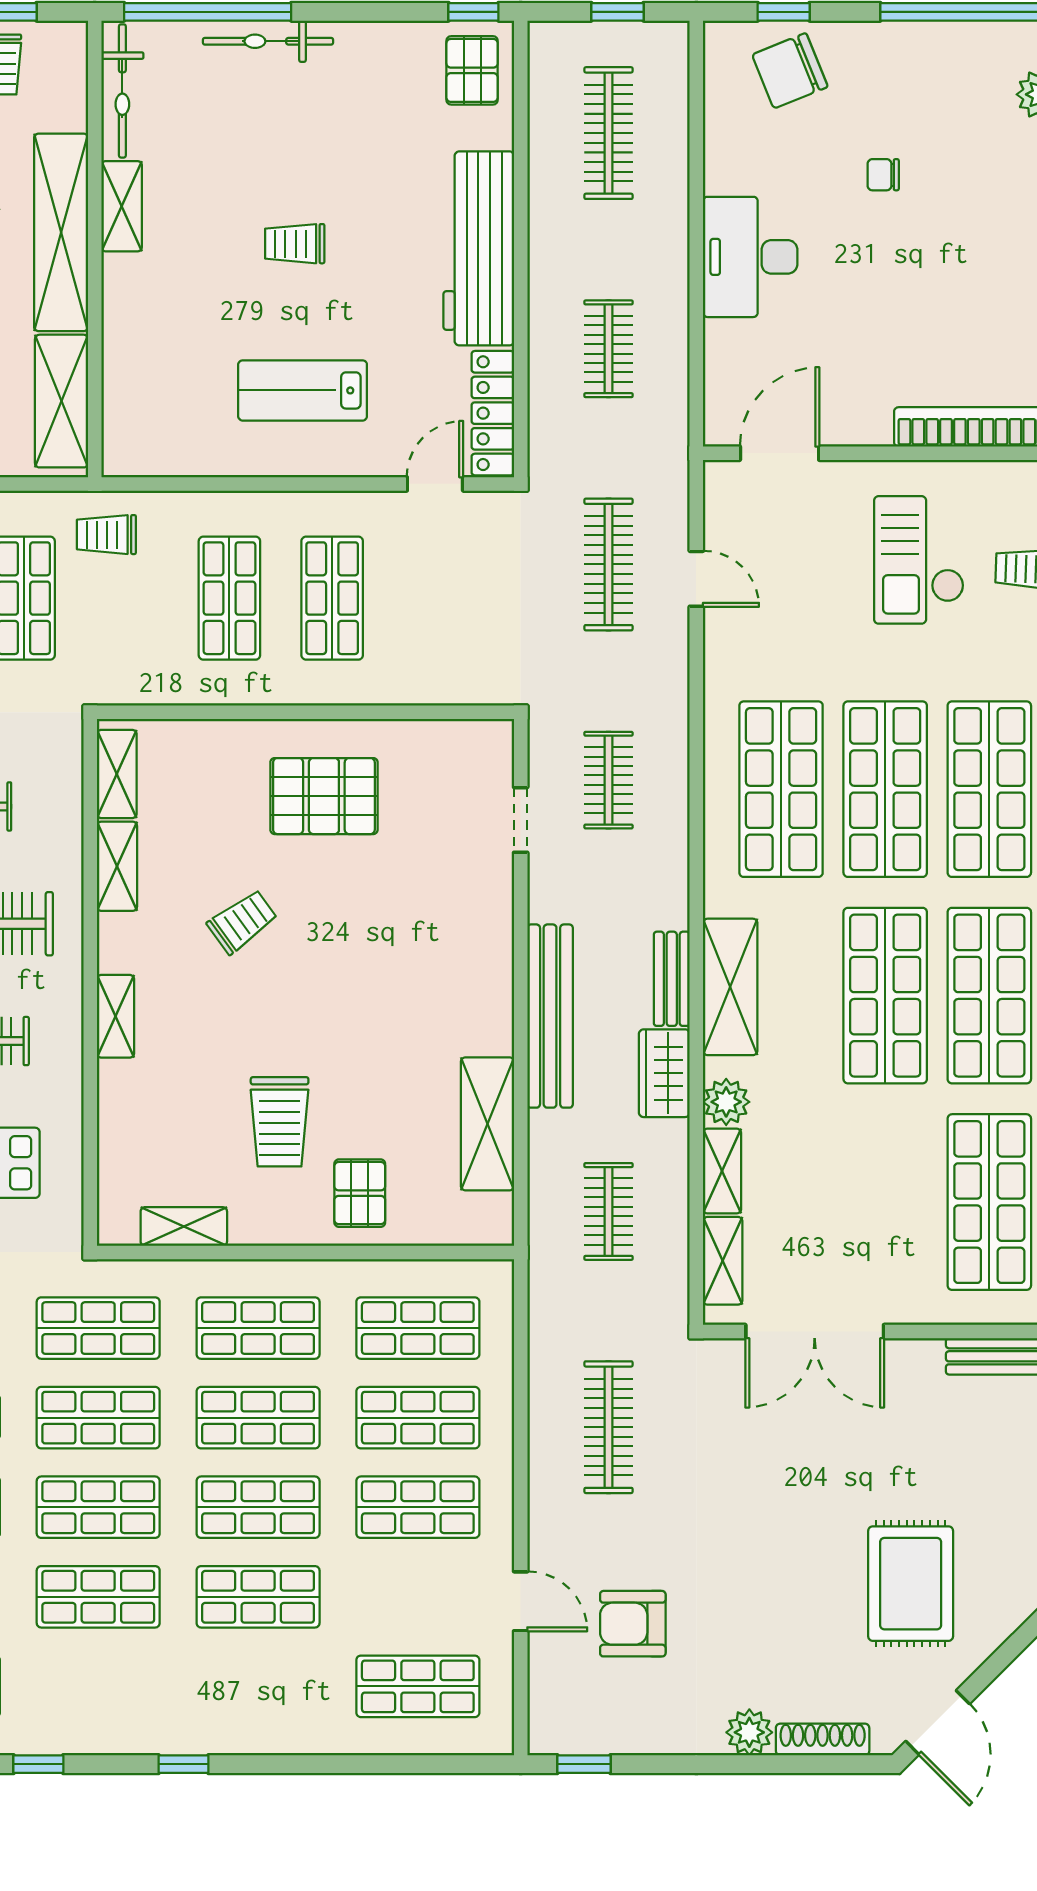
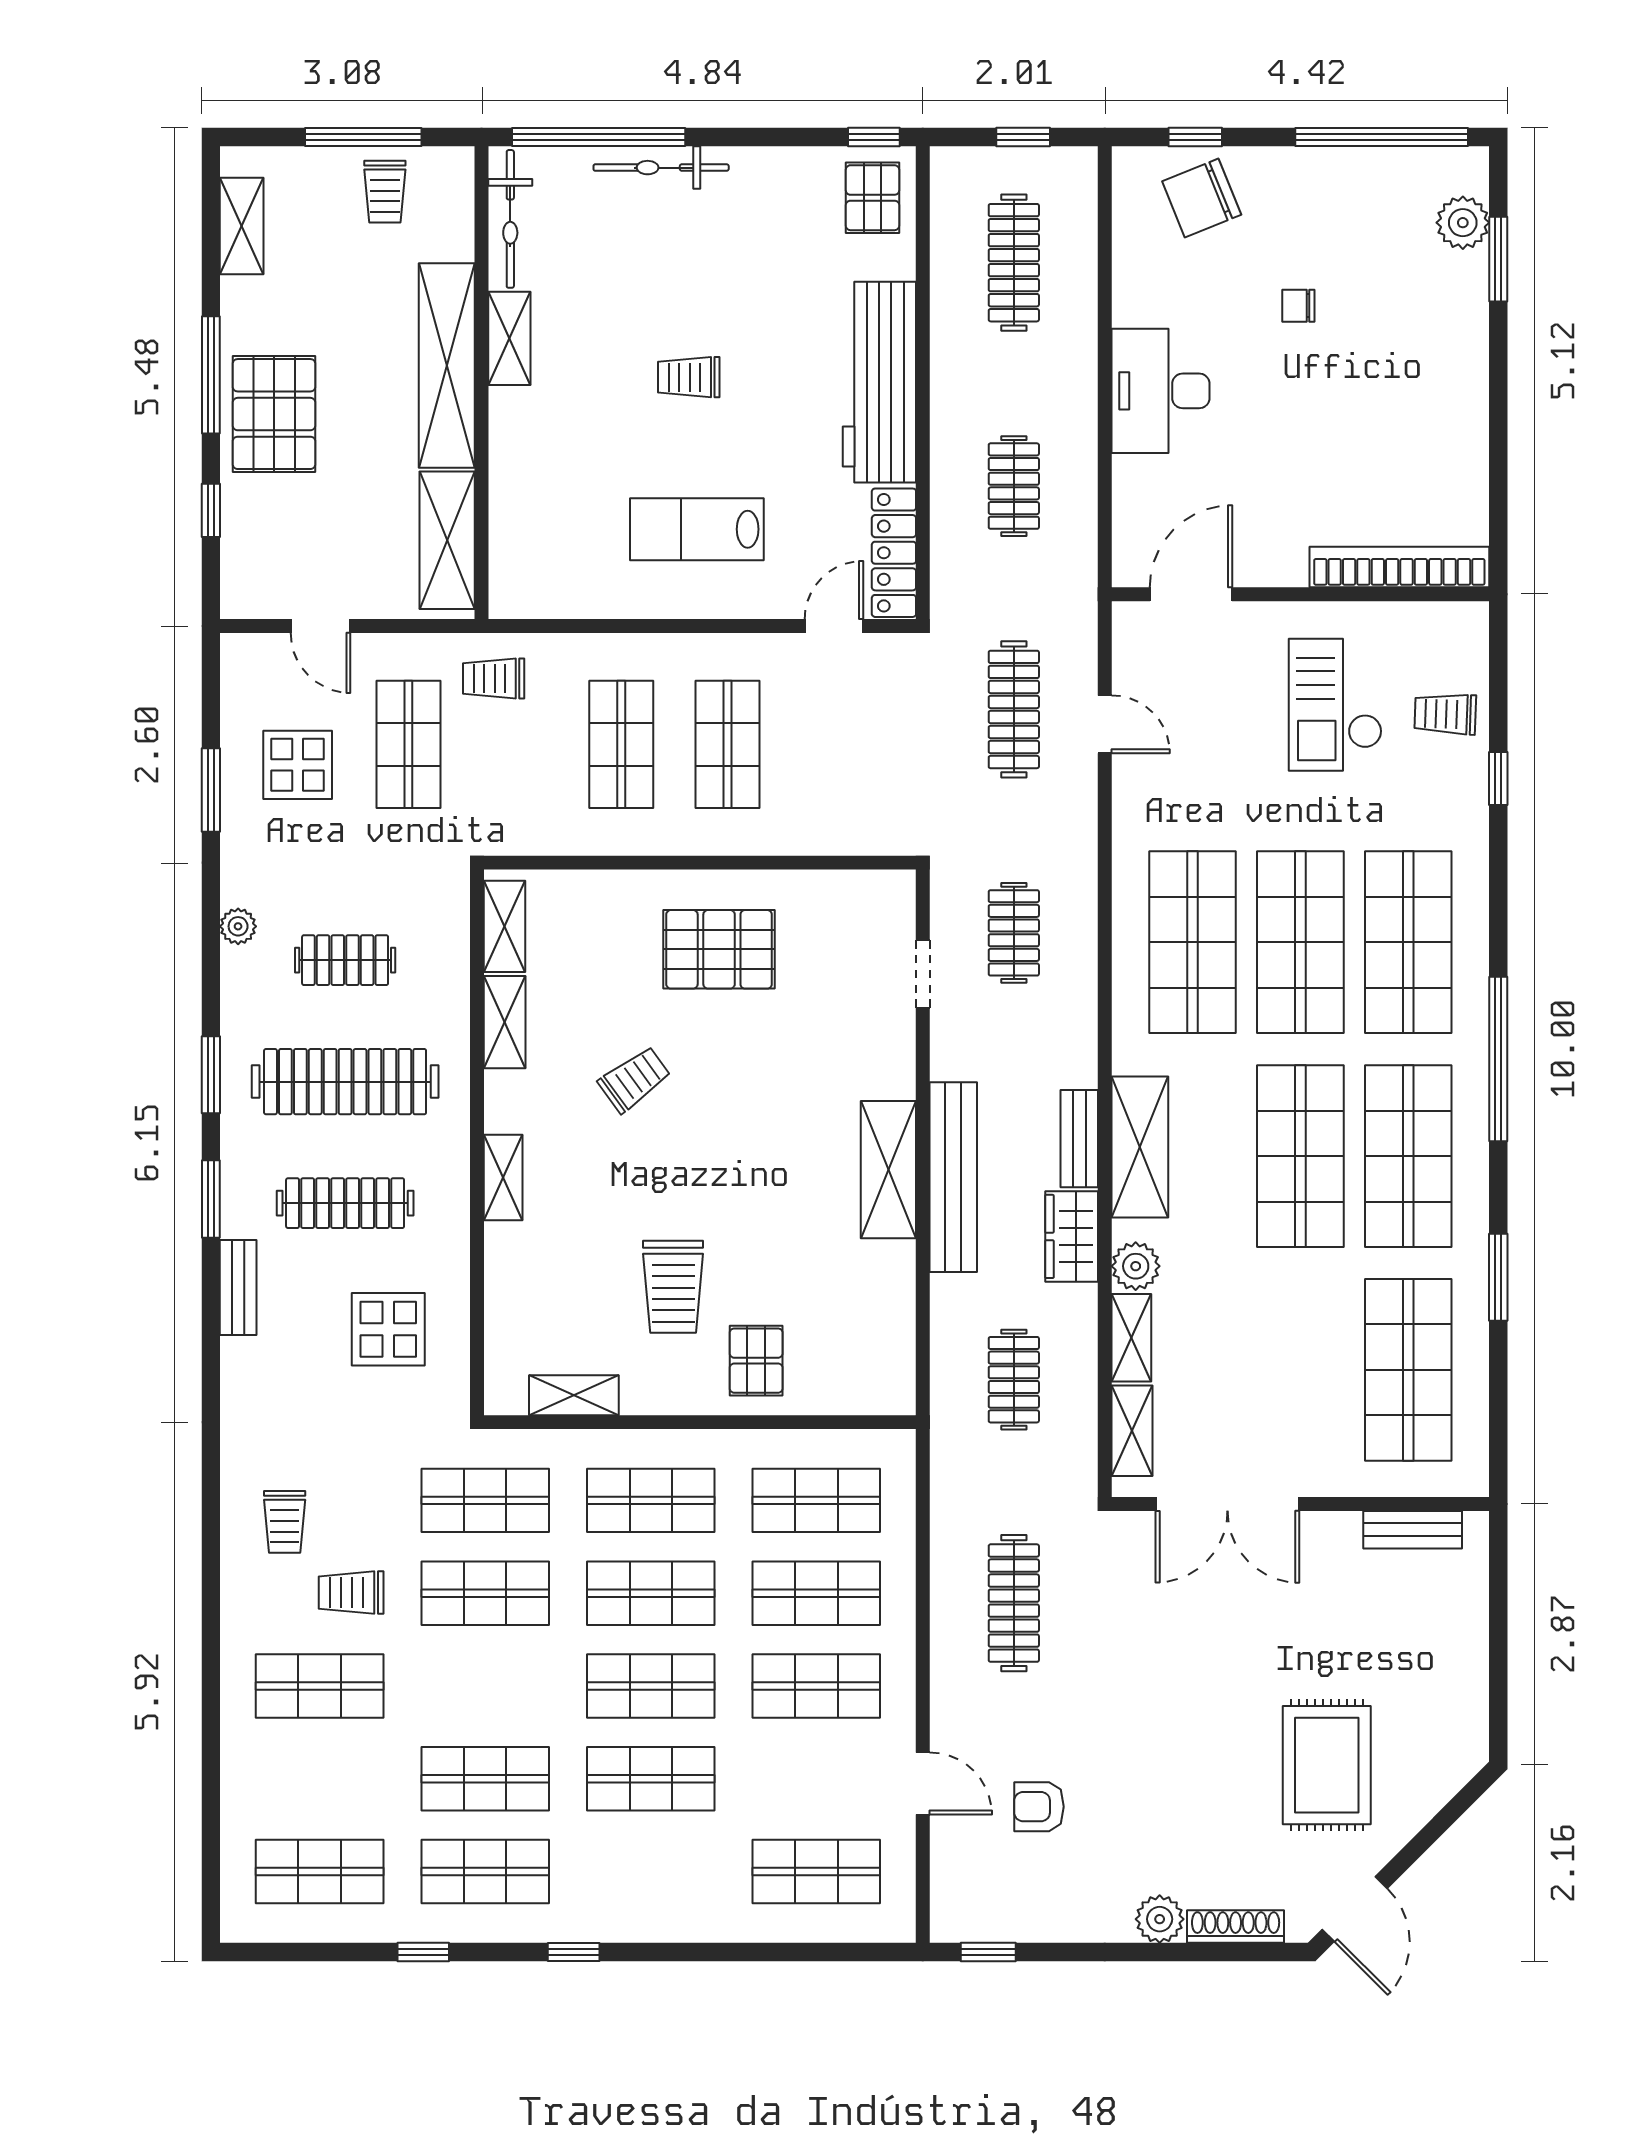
shelving: (487, 1124) -> (888, 1170), moved
shop shelf: (98, 1507) -> (485, 1872), moved
armchair: (633, 1624) -> (1039, 1807), width x0.72, depth x0.72

